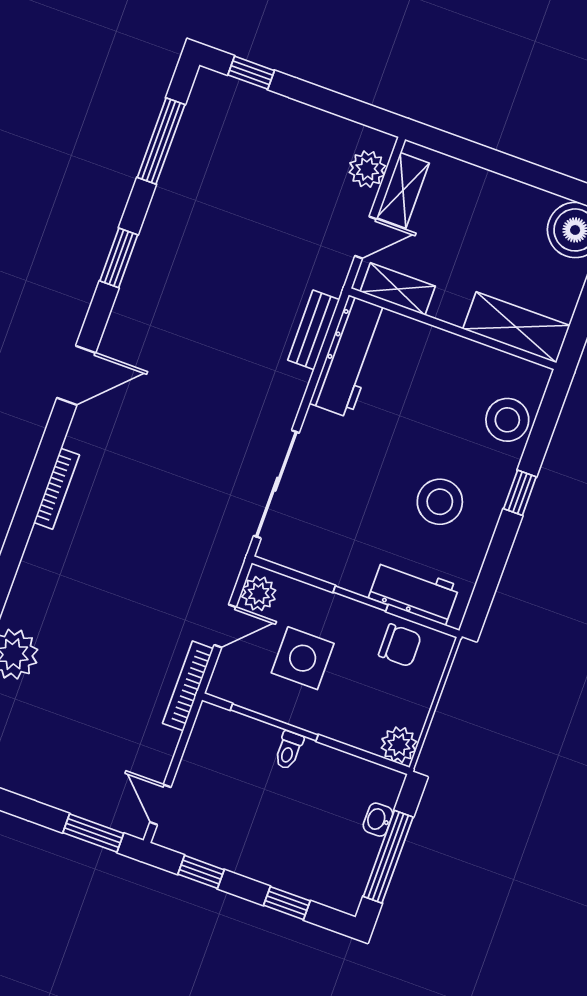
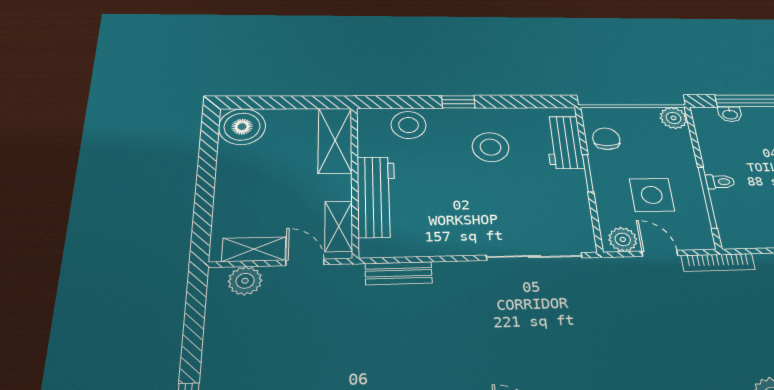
workbench: (349, 356) -> (376, 196), moved, turned 90

